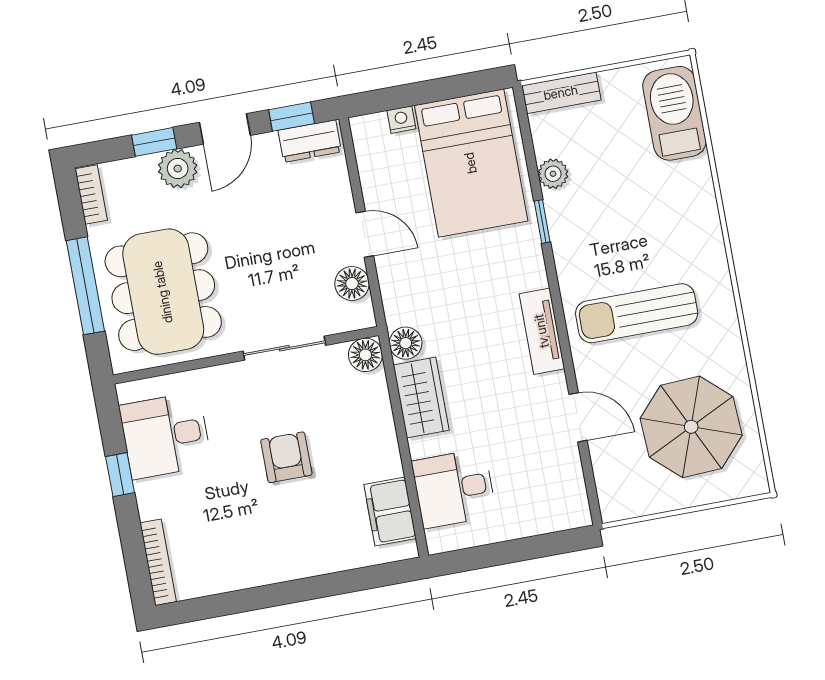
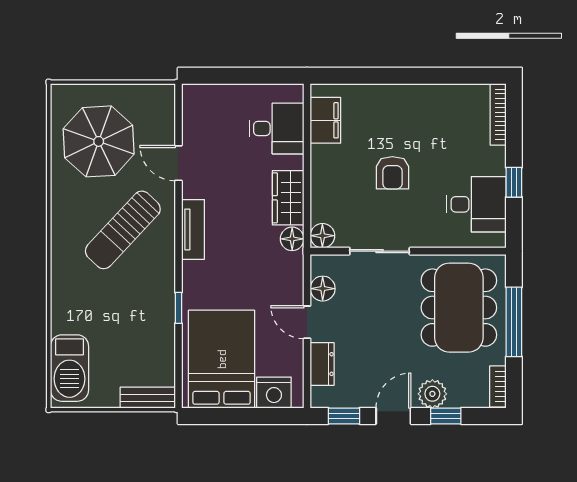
nightstand: (401, 120) -> (274, 393), width x1.89, depth x1.79
dresser: (310, 141) -> (322, 364), moved, turned 90
plant: (553, 174) -> (164, 341), removed
sun lounger: (637, 313) -> (123, 230), turned 133

